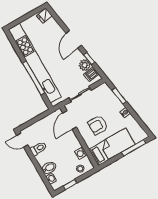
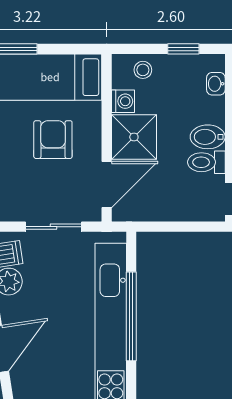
armchair: (98, 125) -> (53, 140), turned -90
shower: (70, 143) -> (134, 137), added
bidet: (49, 168) -> (208, 137), moved

